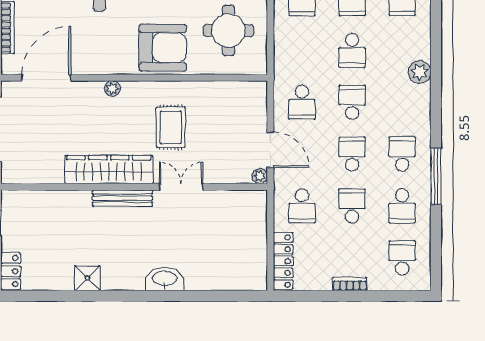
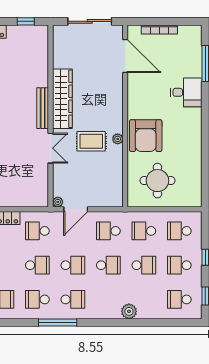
school desk: (302, 50) -> (144, 231), added
school desk: (352, 50) -> (144, 265), turned 180
plant: (112, 89) -> (118, 139), moved

